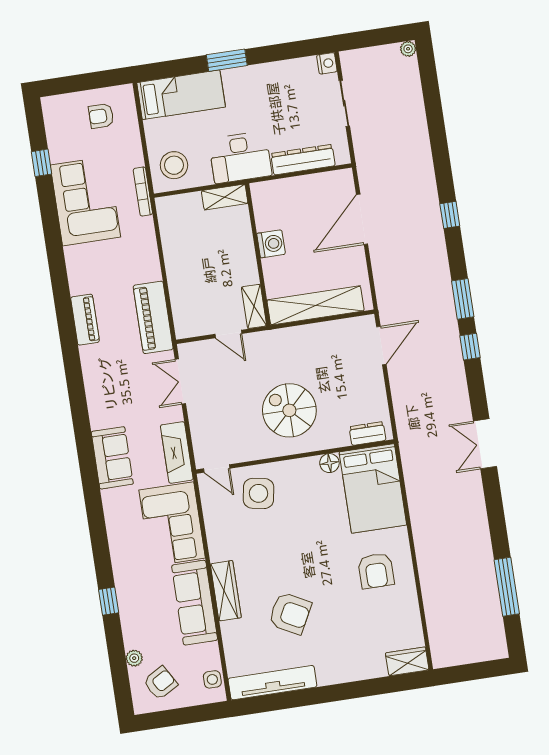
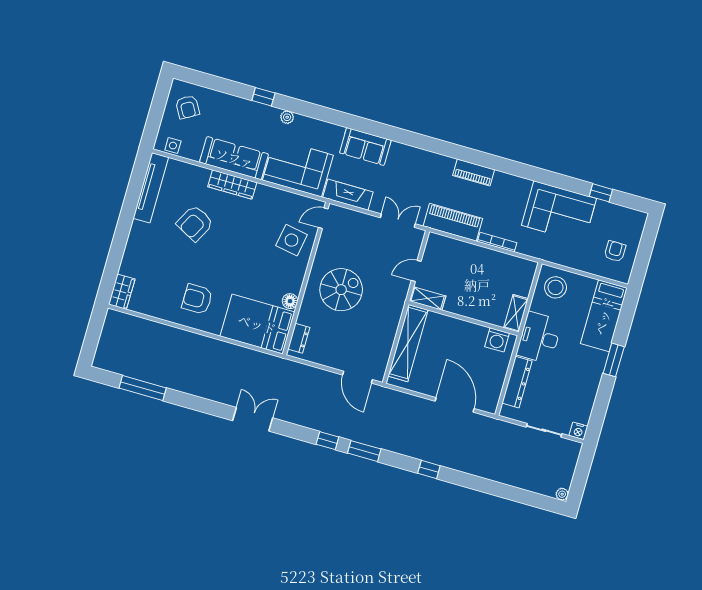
bookcase: (143, 192) -> (497, 242), moved
washing machine: (271, 244) -> (497, 340), moved
plant: (134, 658) -> (287, 117), moved

